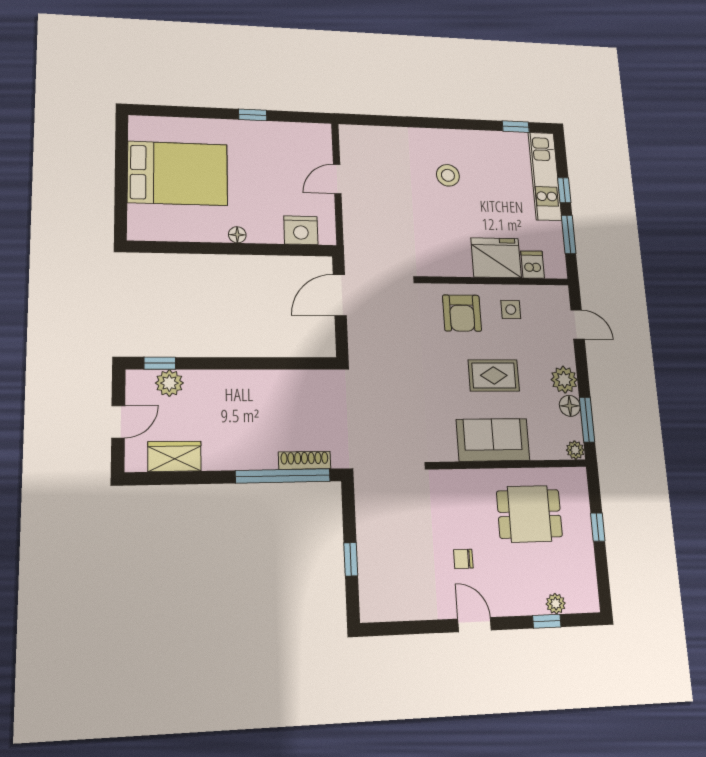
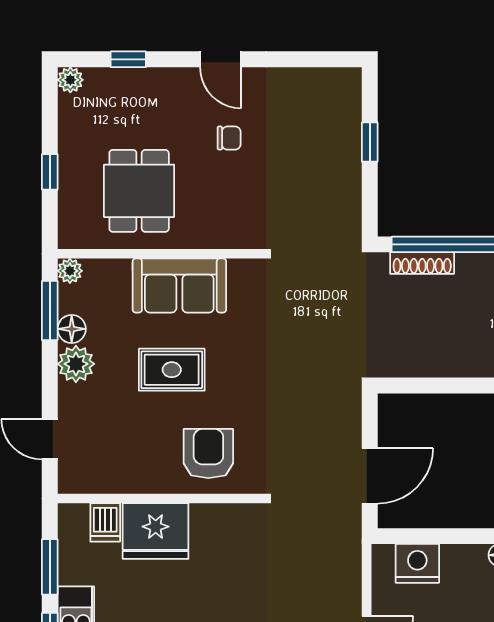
side table: (511, 310) -> (141, 459), removed
dining table: (529, 514) -> (139, 191), turned 90
plant: (556, 604) -> (70, 80), moved

